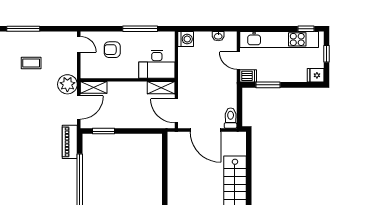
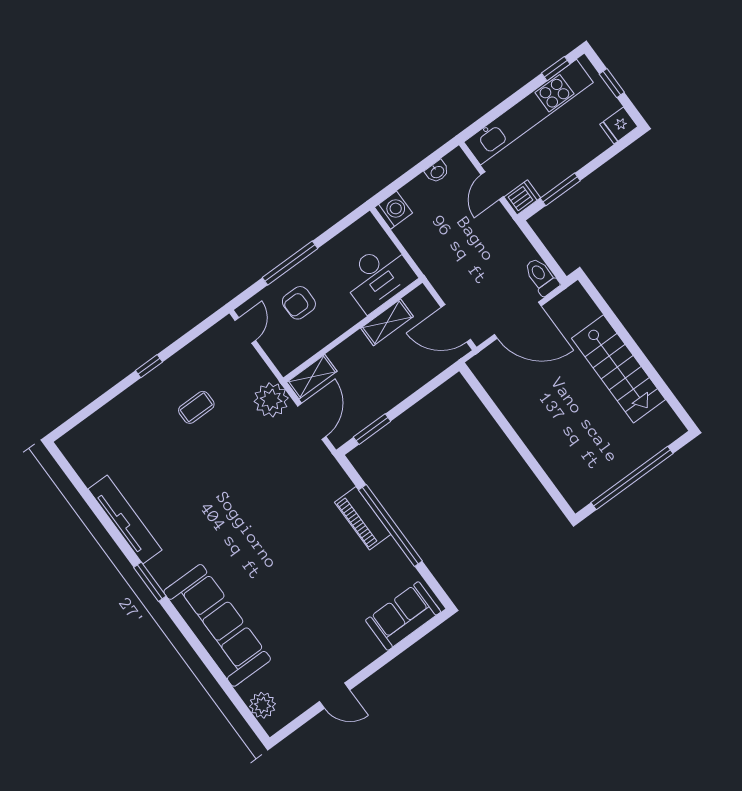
window: (23, 29) -> (149, 366), width x0.46
window: (140, 29) -> (290, 263), moved
door: (79, 44) -> (245, 330), hinge flipped
door: (238, 61) -> (492, 186), hinge flipped
shelving: (161, 88) -> (387, 322), moved
piano: (70, 142) -> (363, 518), moved

